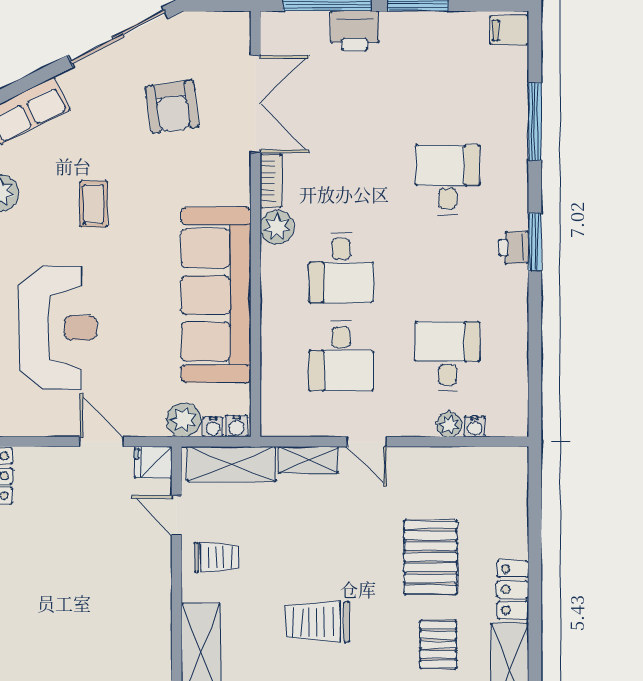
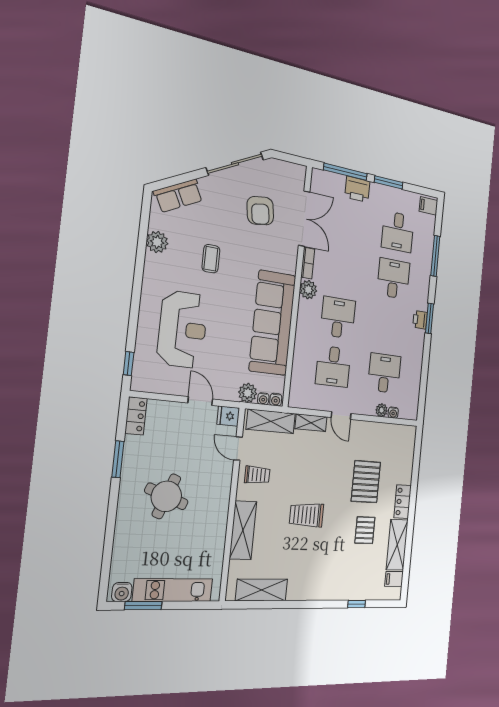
desk: (448, 92) -> (398, 232), added
desk: (341, 268) -> (338, 318), turned 180
round table: (61, 602) -> (166, 496), added

